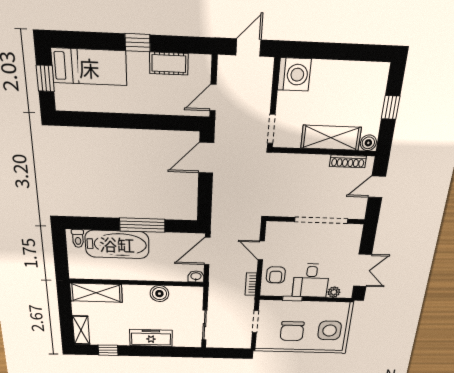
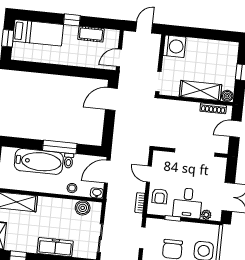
toilet: (78, 238) -> (69, 161), moved
stool: (164, 273) -> (72, 188), added
boiler: (159, 294) -> (83, 208), moved

